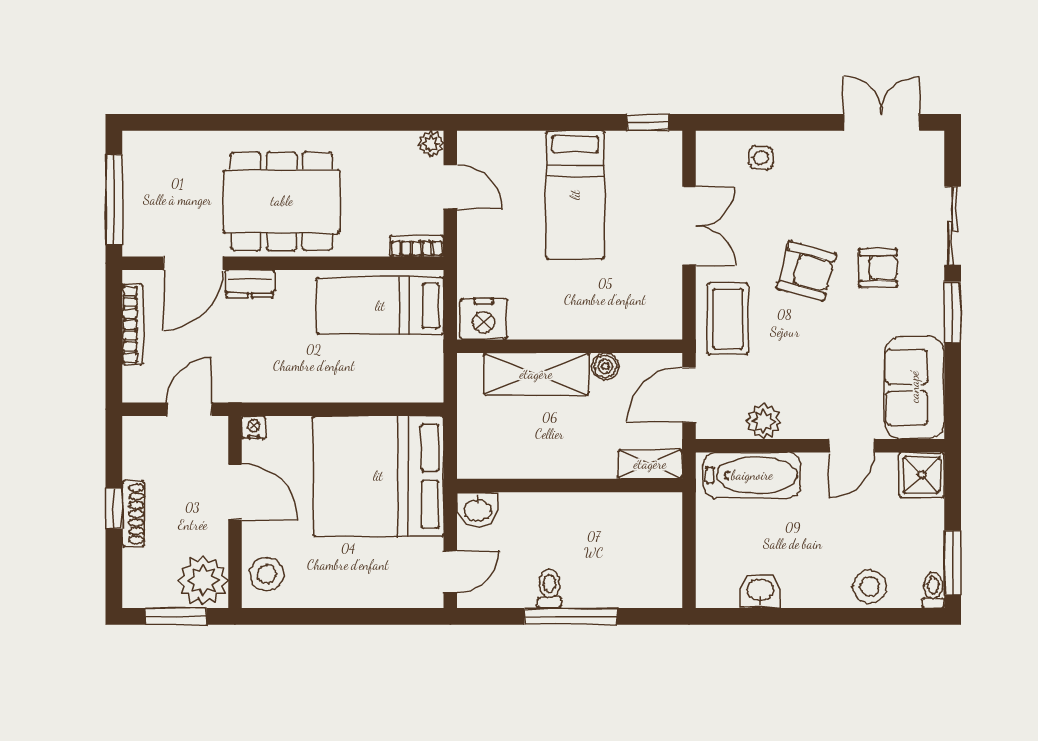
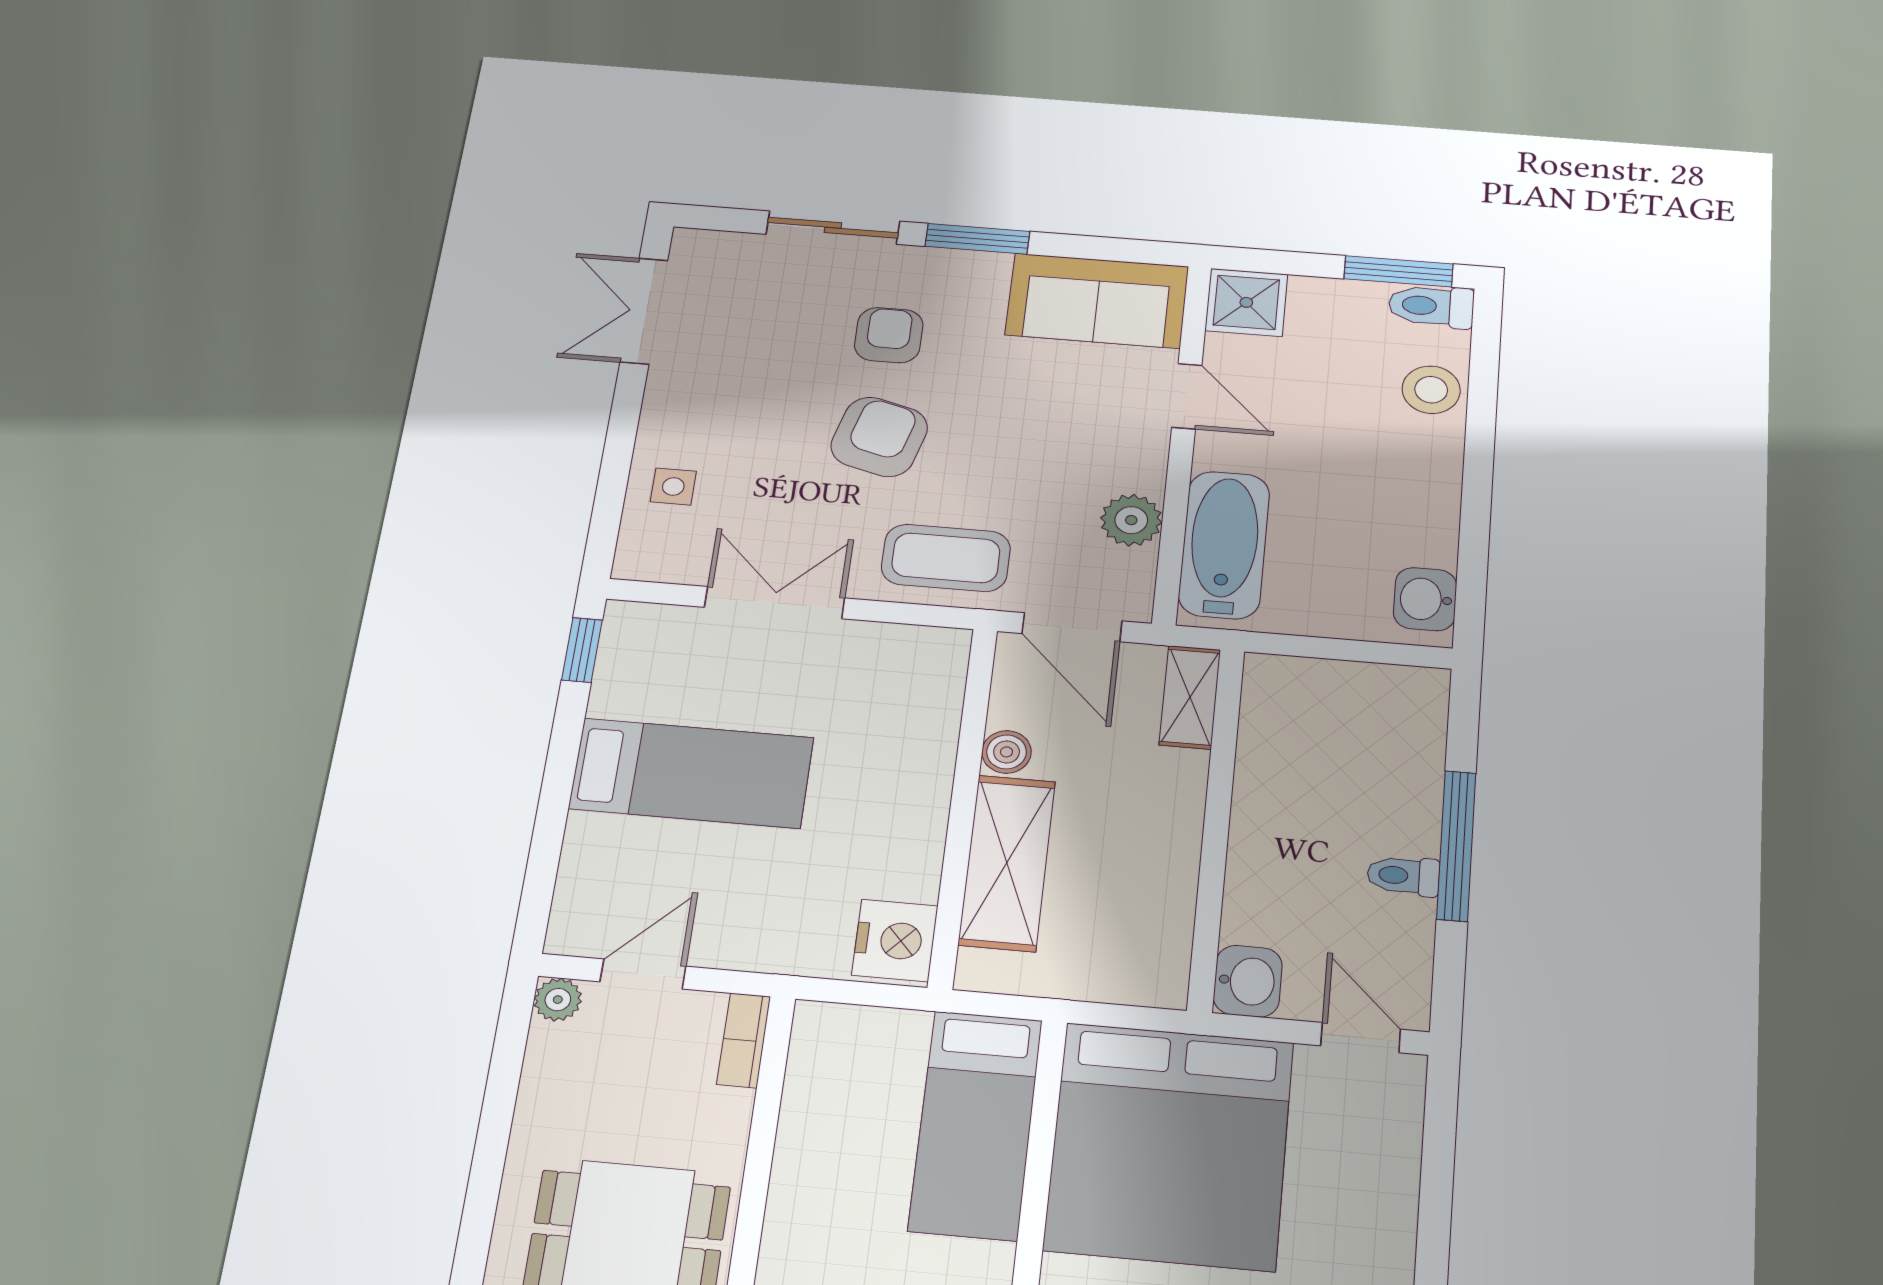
bed: (380, 306) -> (976, 1125), moved
toilet: (933, 590) -> (1431, 306), width x1.37, depth x1.39
washbasin: (760, 591) -> (1425, 599), moved

